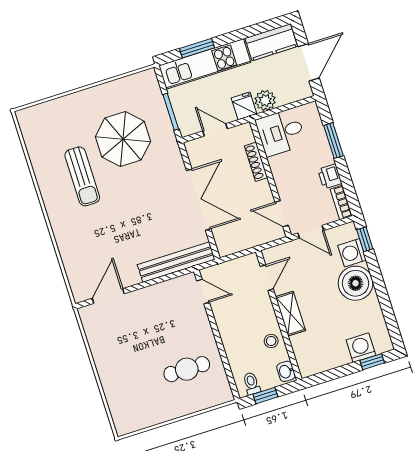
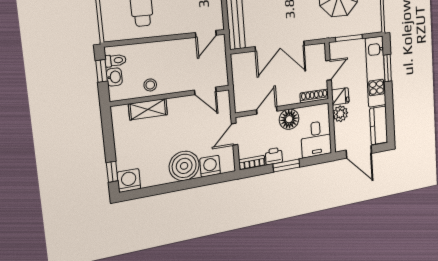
desk: (281, 132) -> (316, 139), moved, turned 180
window: (333, 141) -> (286, 165), moved
shoe rack: (256, 162) -> (314, 96), moved
floor lamp: (283, 167) -> (289, 119), added
door: (282, 214) -> (267, 110), moved
window: (365, 239) -> (219, 178), removed
shelving: (291, 314) -> (148, 109), moved
washing machine: (361, 348) -> (129, 180), moved, turned -90
washbasin: (286, 371) -> (114, 77), moved, turned 90

